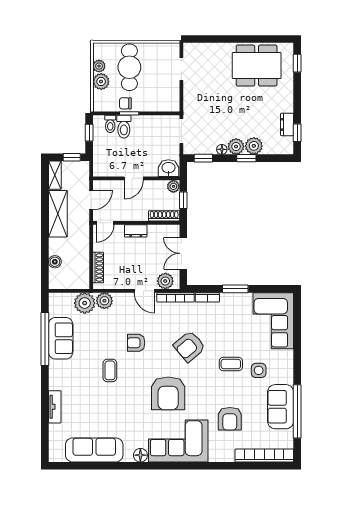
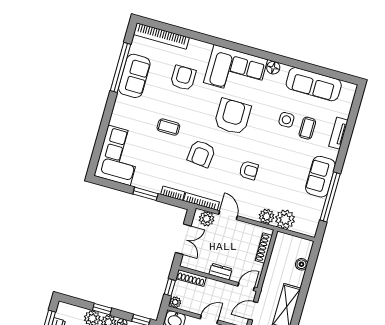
sofa: (61, 338) -> (320, 177), moved
armchair: (189, 346) -> (201, 154), turned 136
coffee table: (110, 370) -> (307, 128), moved
side table: (259, 370) -> (286, 120), moved

